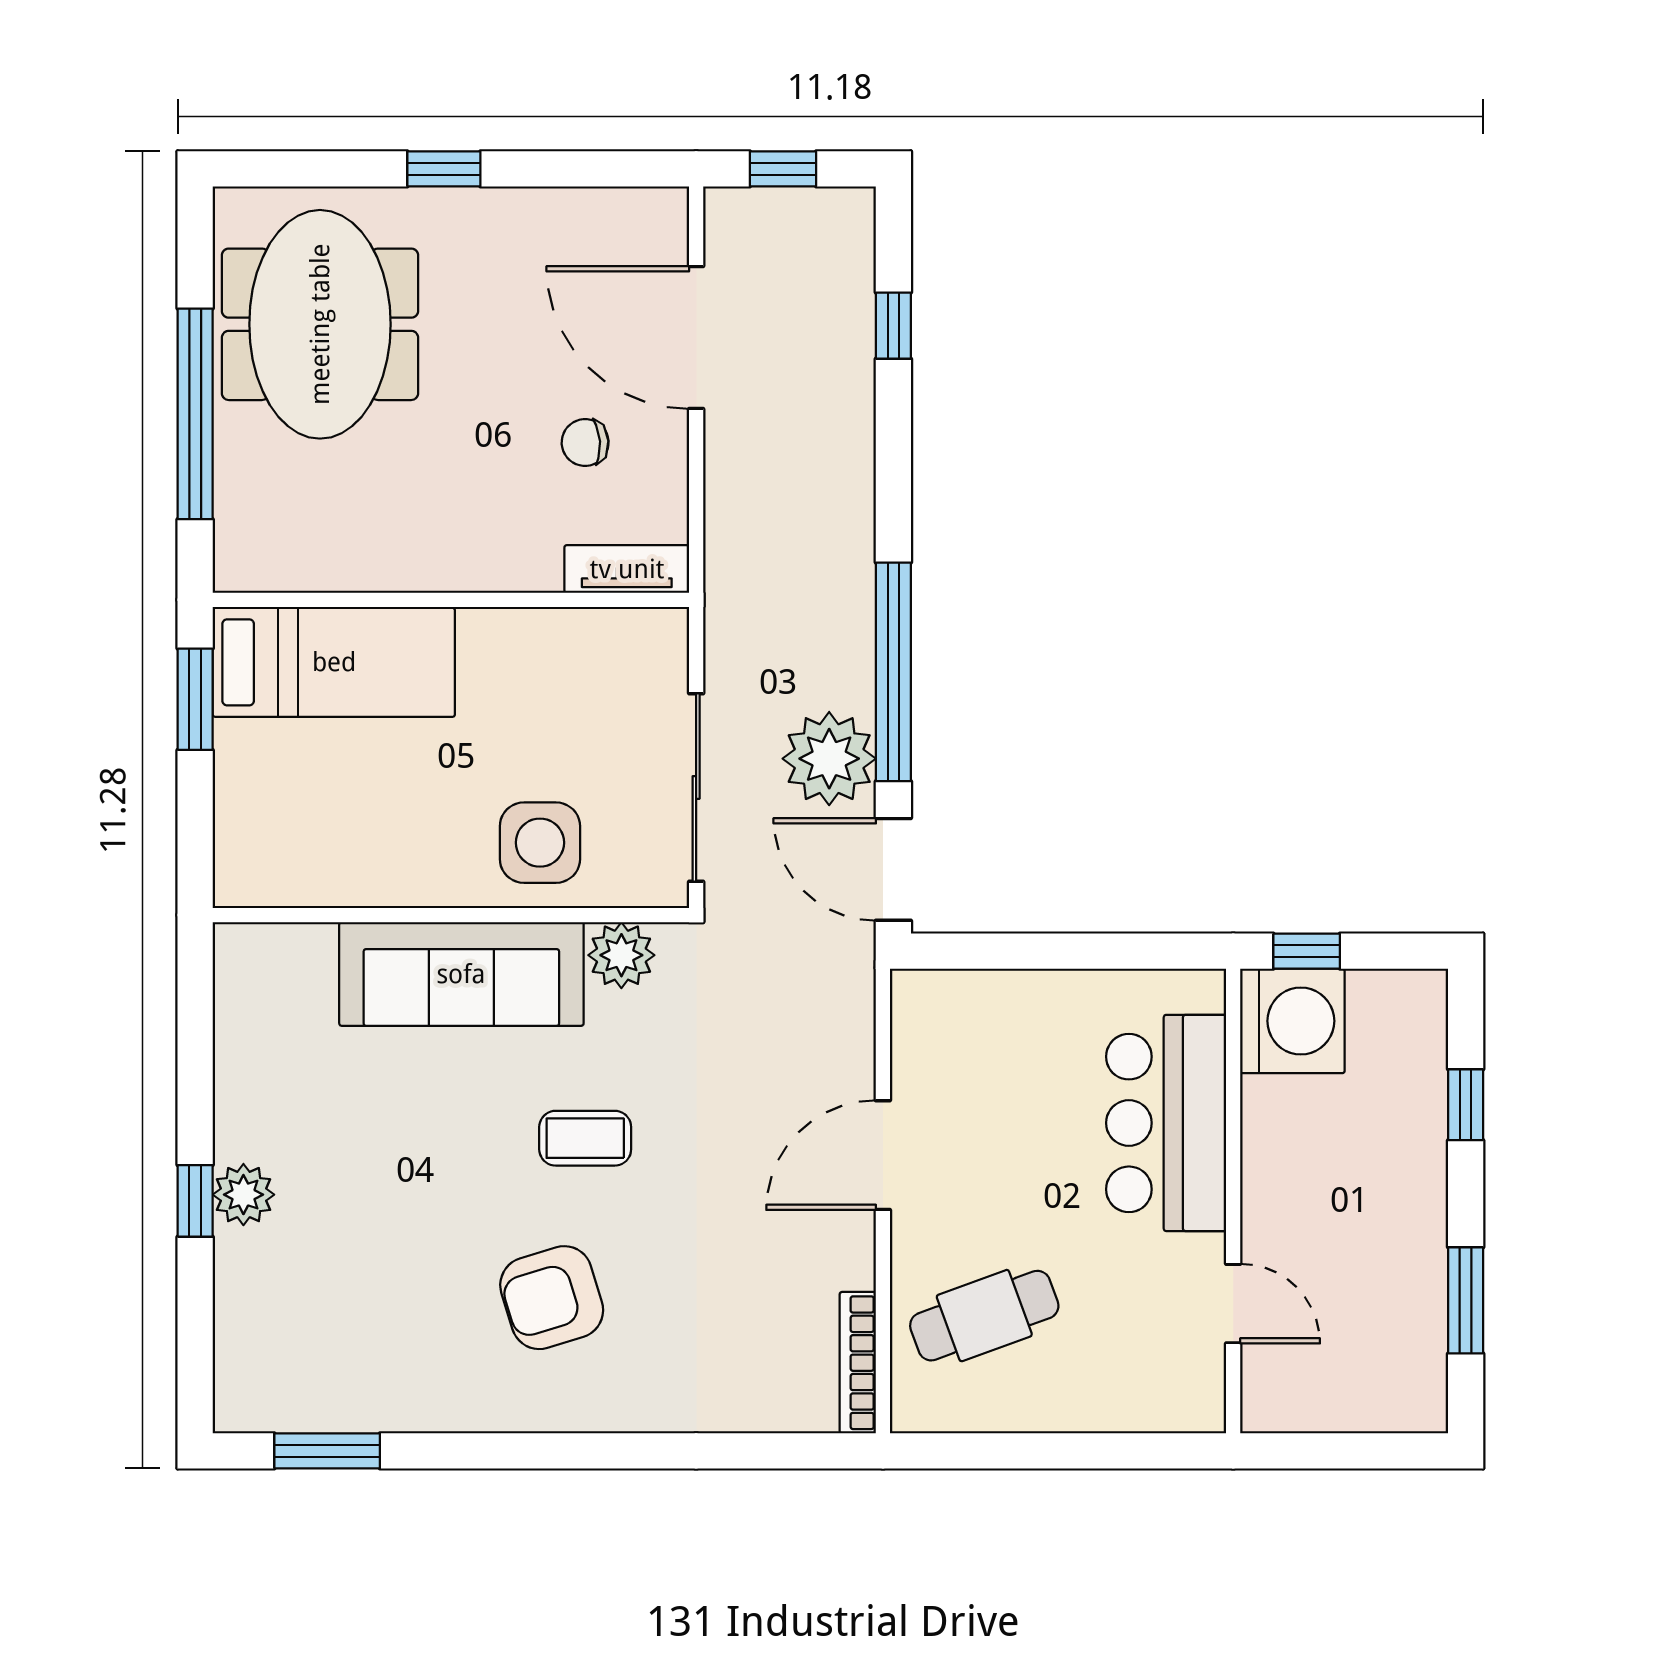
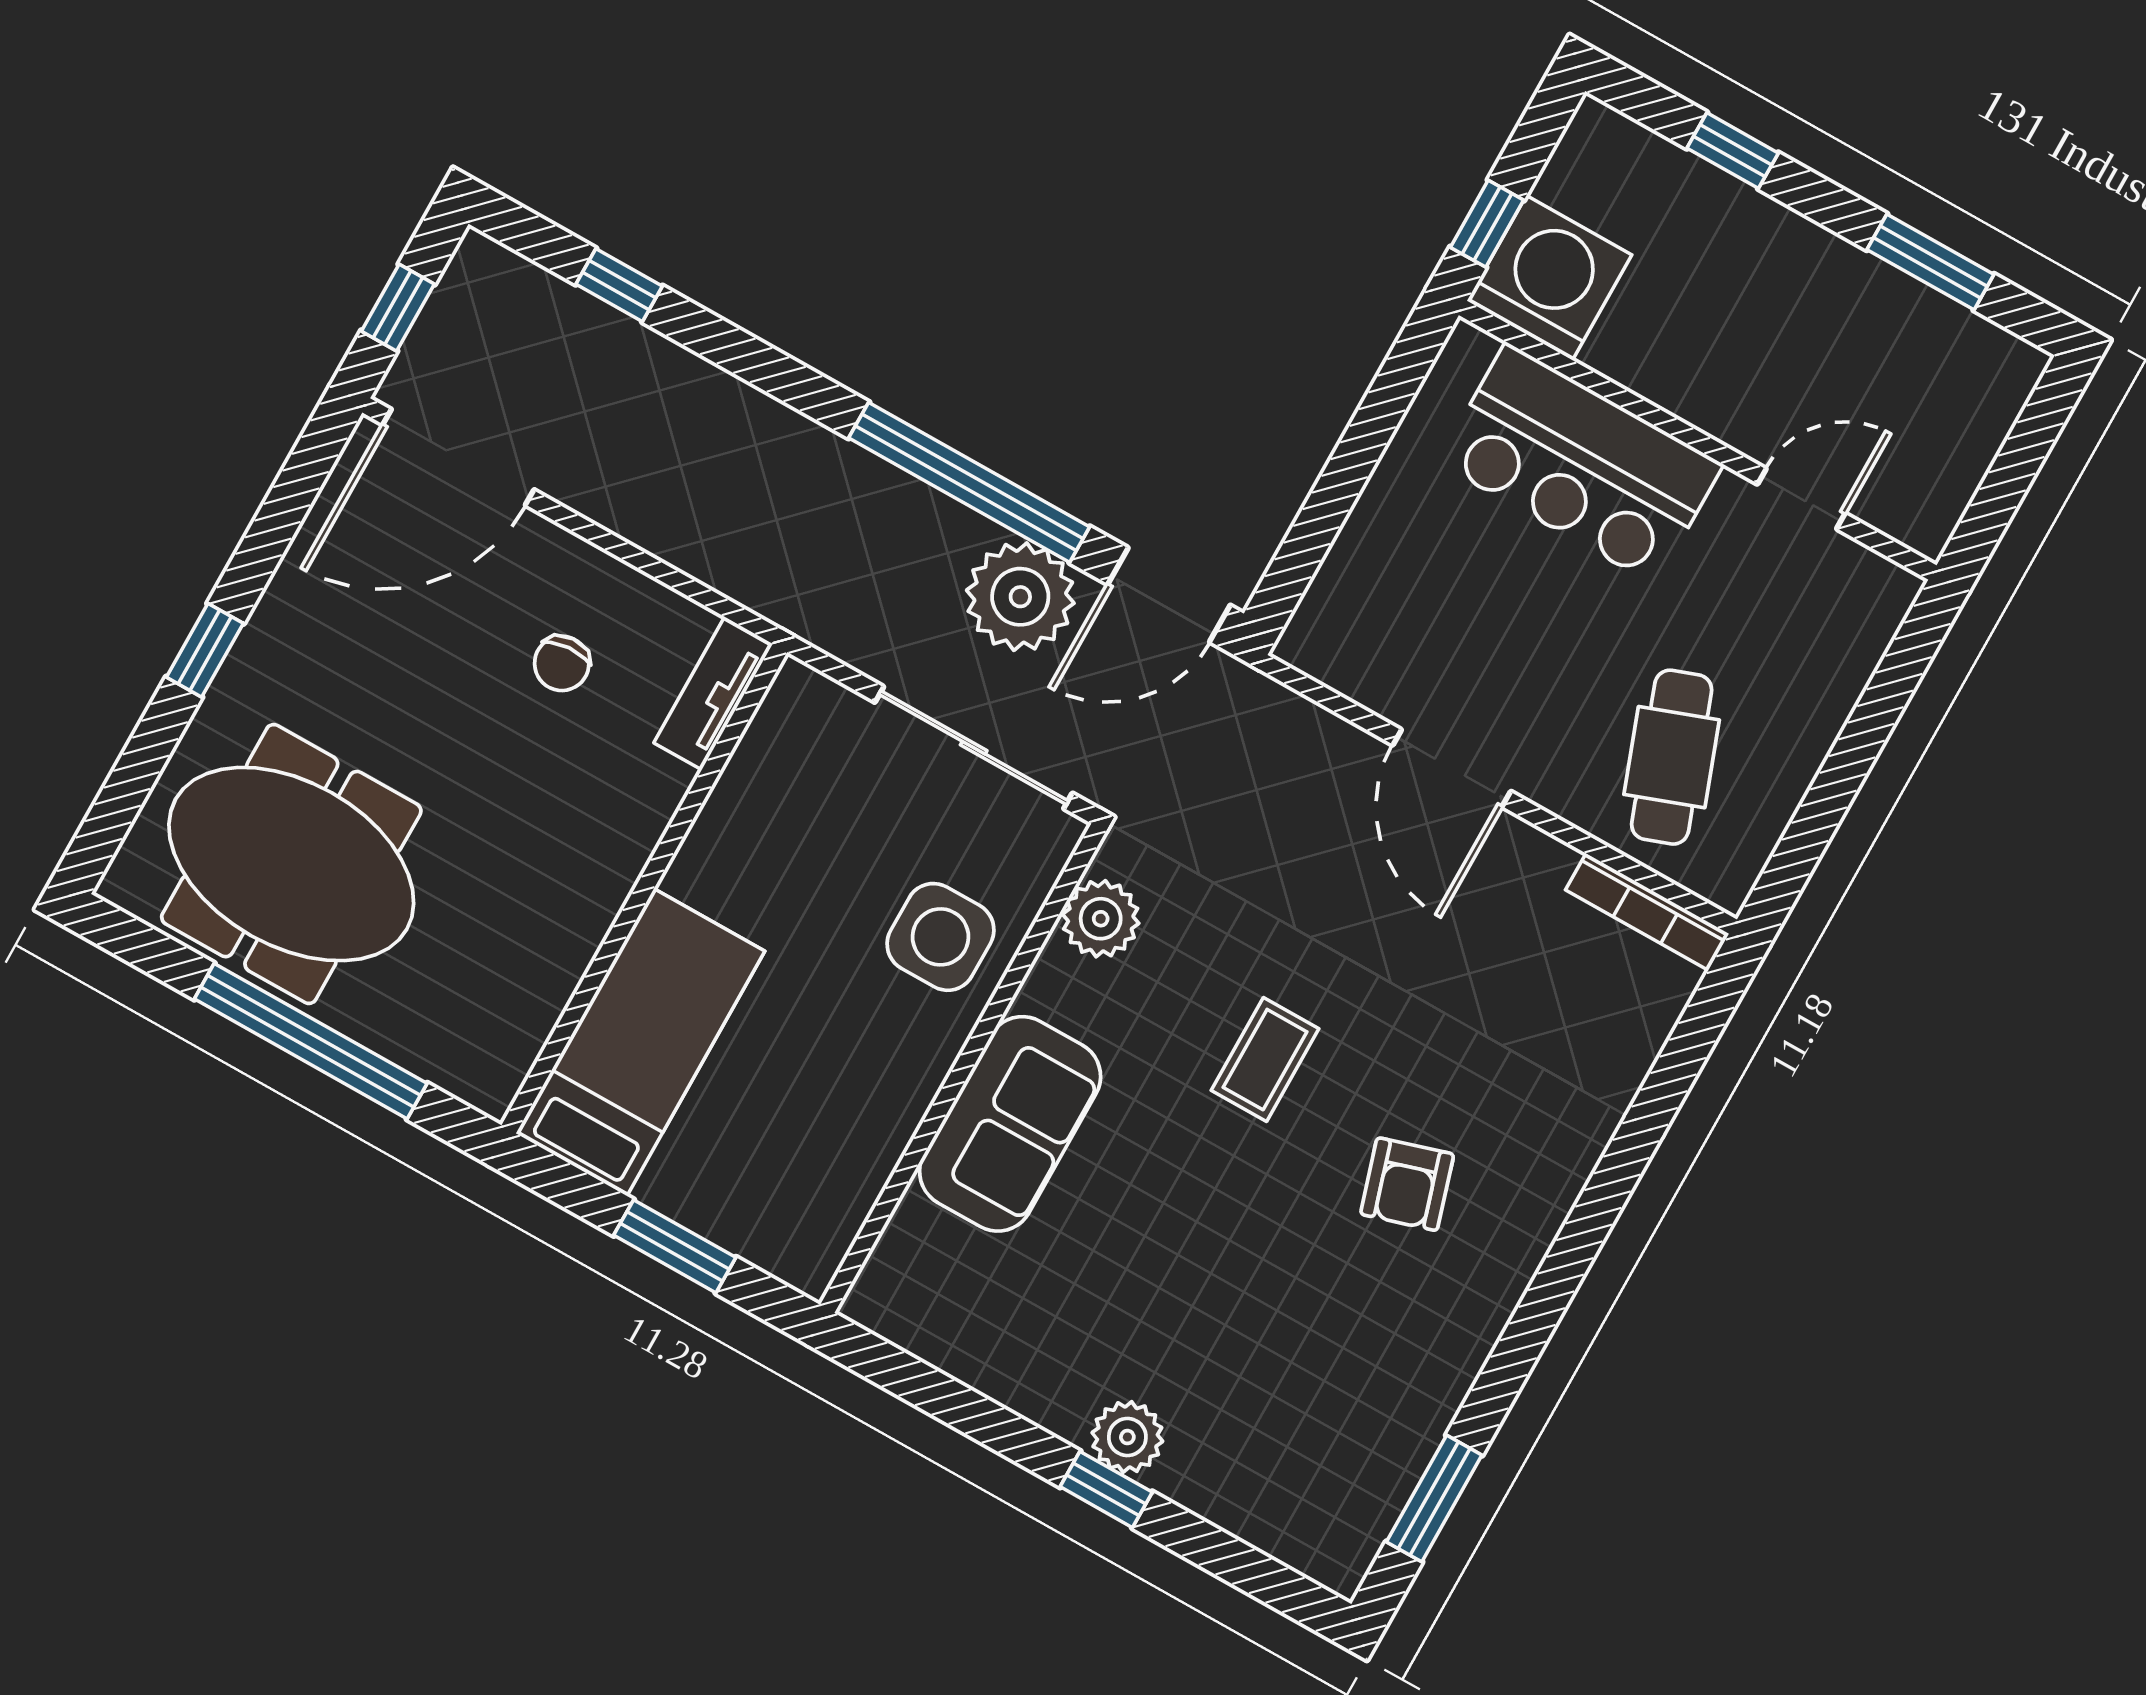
door: (696, 338) -> (458, 457), moved
window: (195, 699) -> (675, 1246), moved
sofa: (461, 974) -> (1010, 1124), width x0.73
armchair: (552, 1298) -> (1407, 1184), width x0.72, depth x0.72

